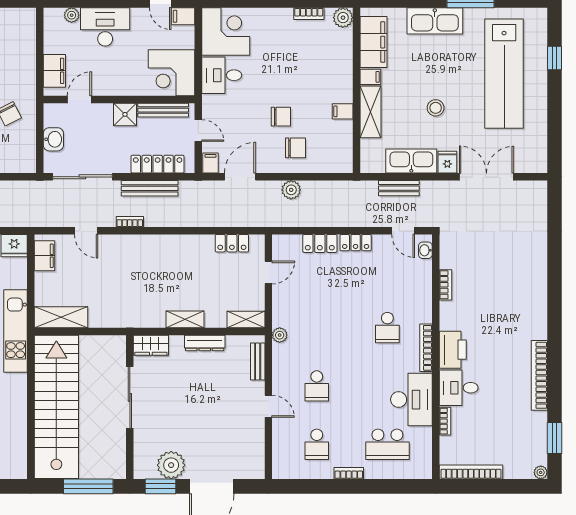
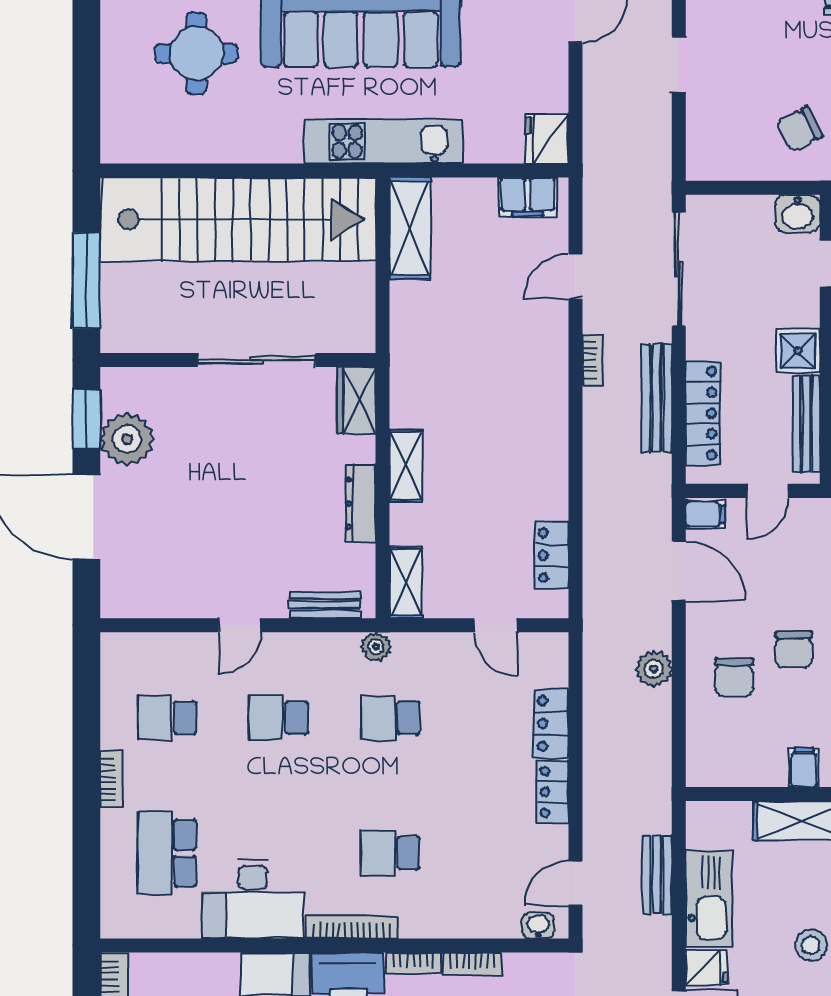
washbasin: (53, 139) -> (797, 214), moved
school desk: (317, 328) -> (390, 718), added
bookcase: (445, 421) -> (413, 963), moved

